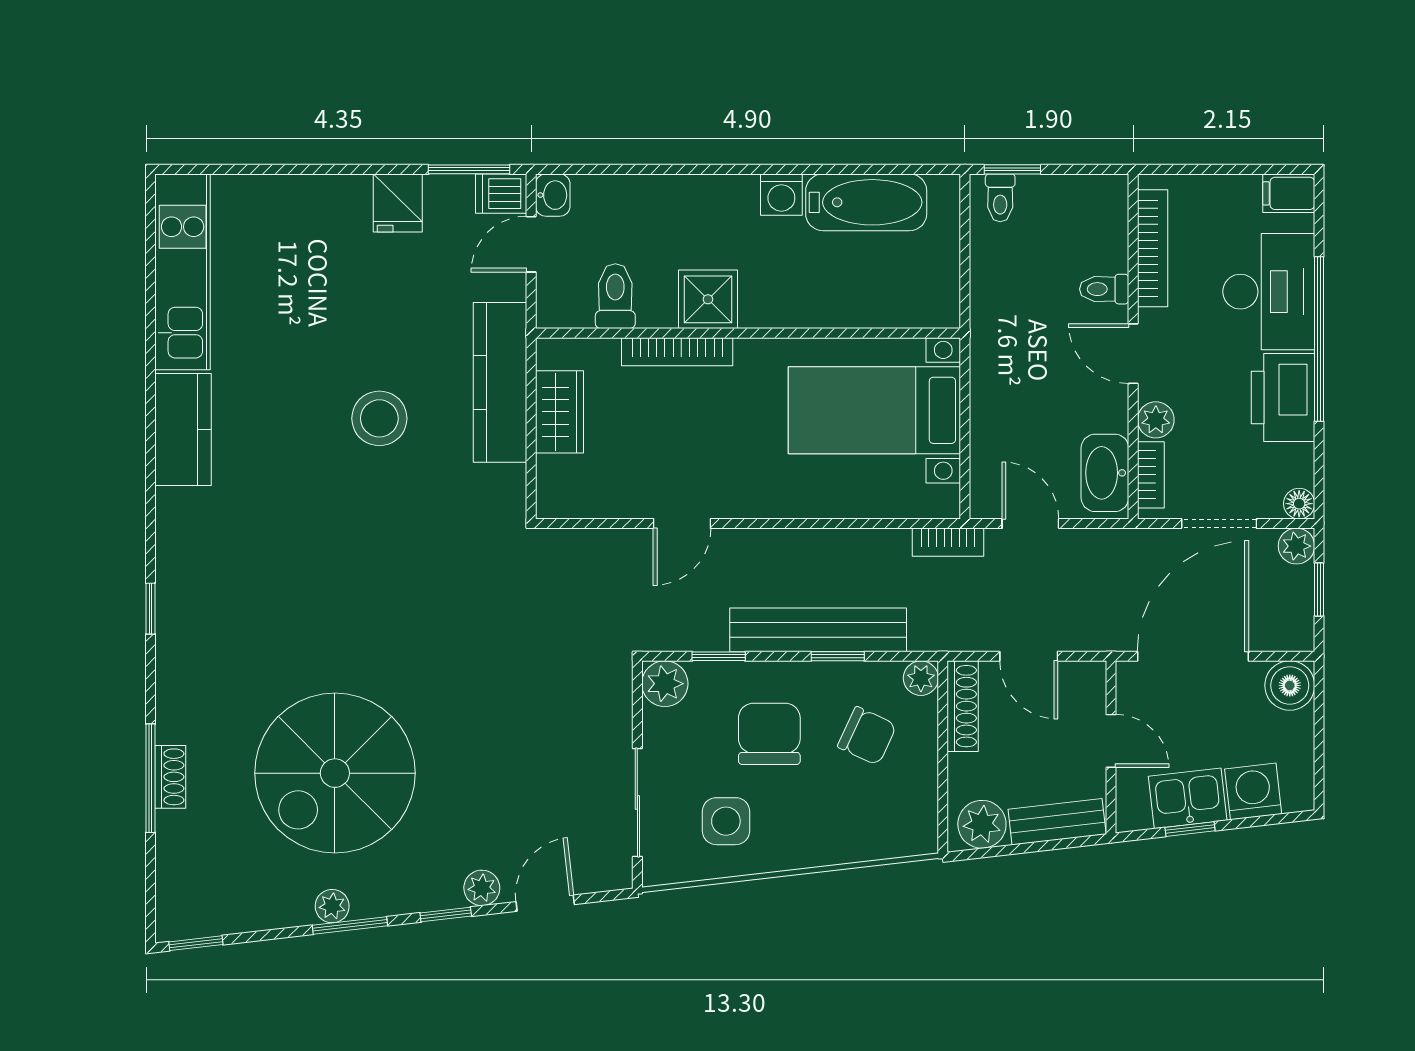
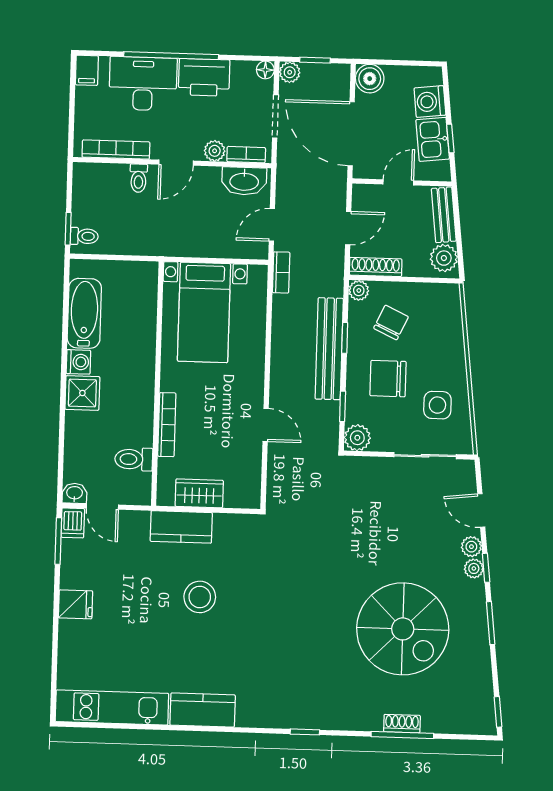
fridge: (398, 203) -> (76, 604), moved
shower: (708, 299) -> (82, 393), moved
kitchen counter: (500, 382) -> (181, 527), width x0.67
plant: (332, 906) -> (474, 568), moved

